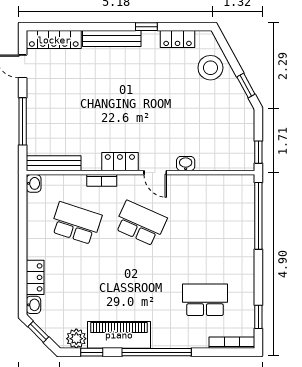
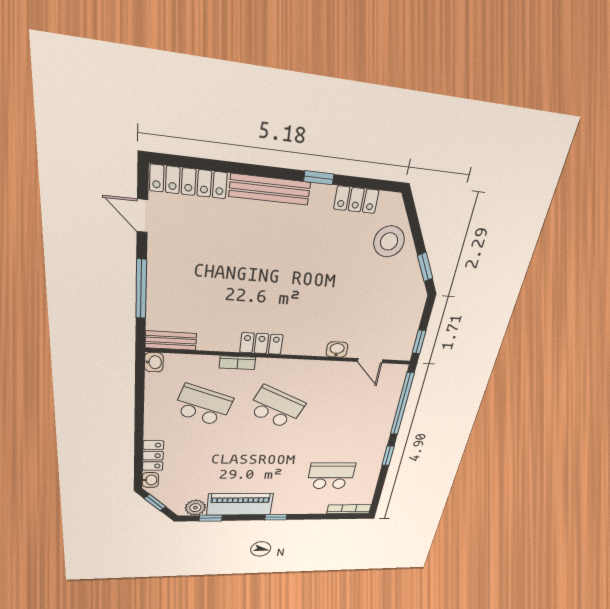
bench: (54, 163) -> (171, 341), width x0.73
door: (155, 173) -> (370, 361), moved
window: (258, 317) -> (388, 456), moved
window: (157, 352) -> (276, 517), width x0.32

